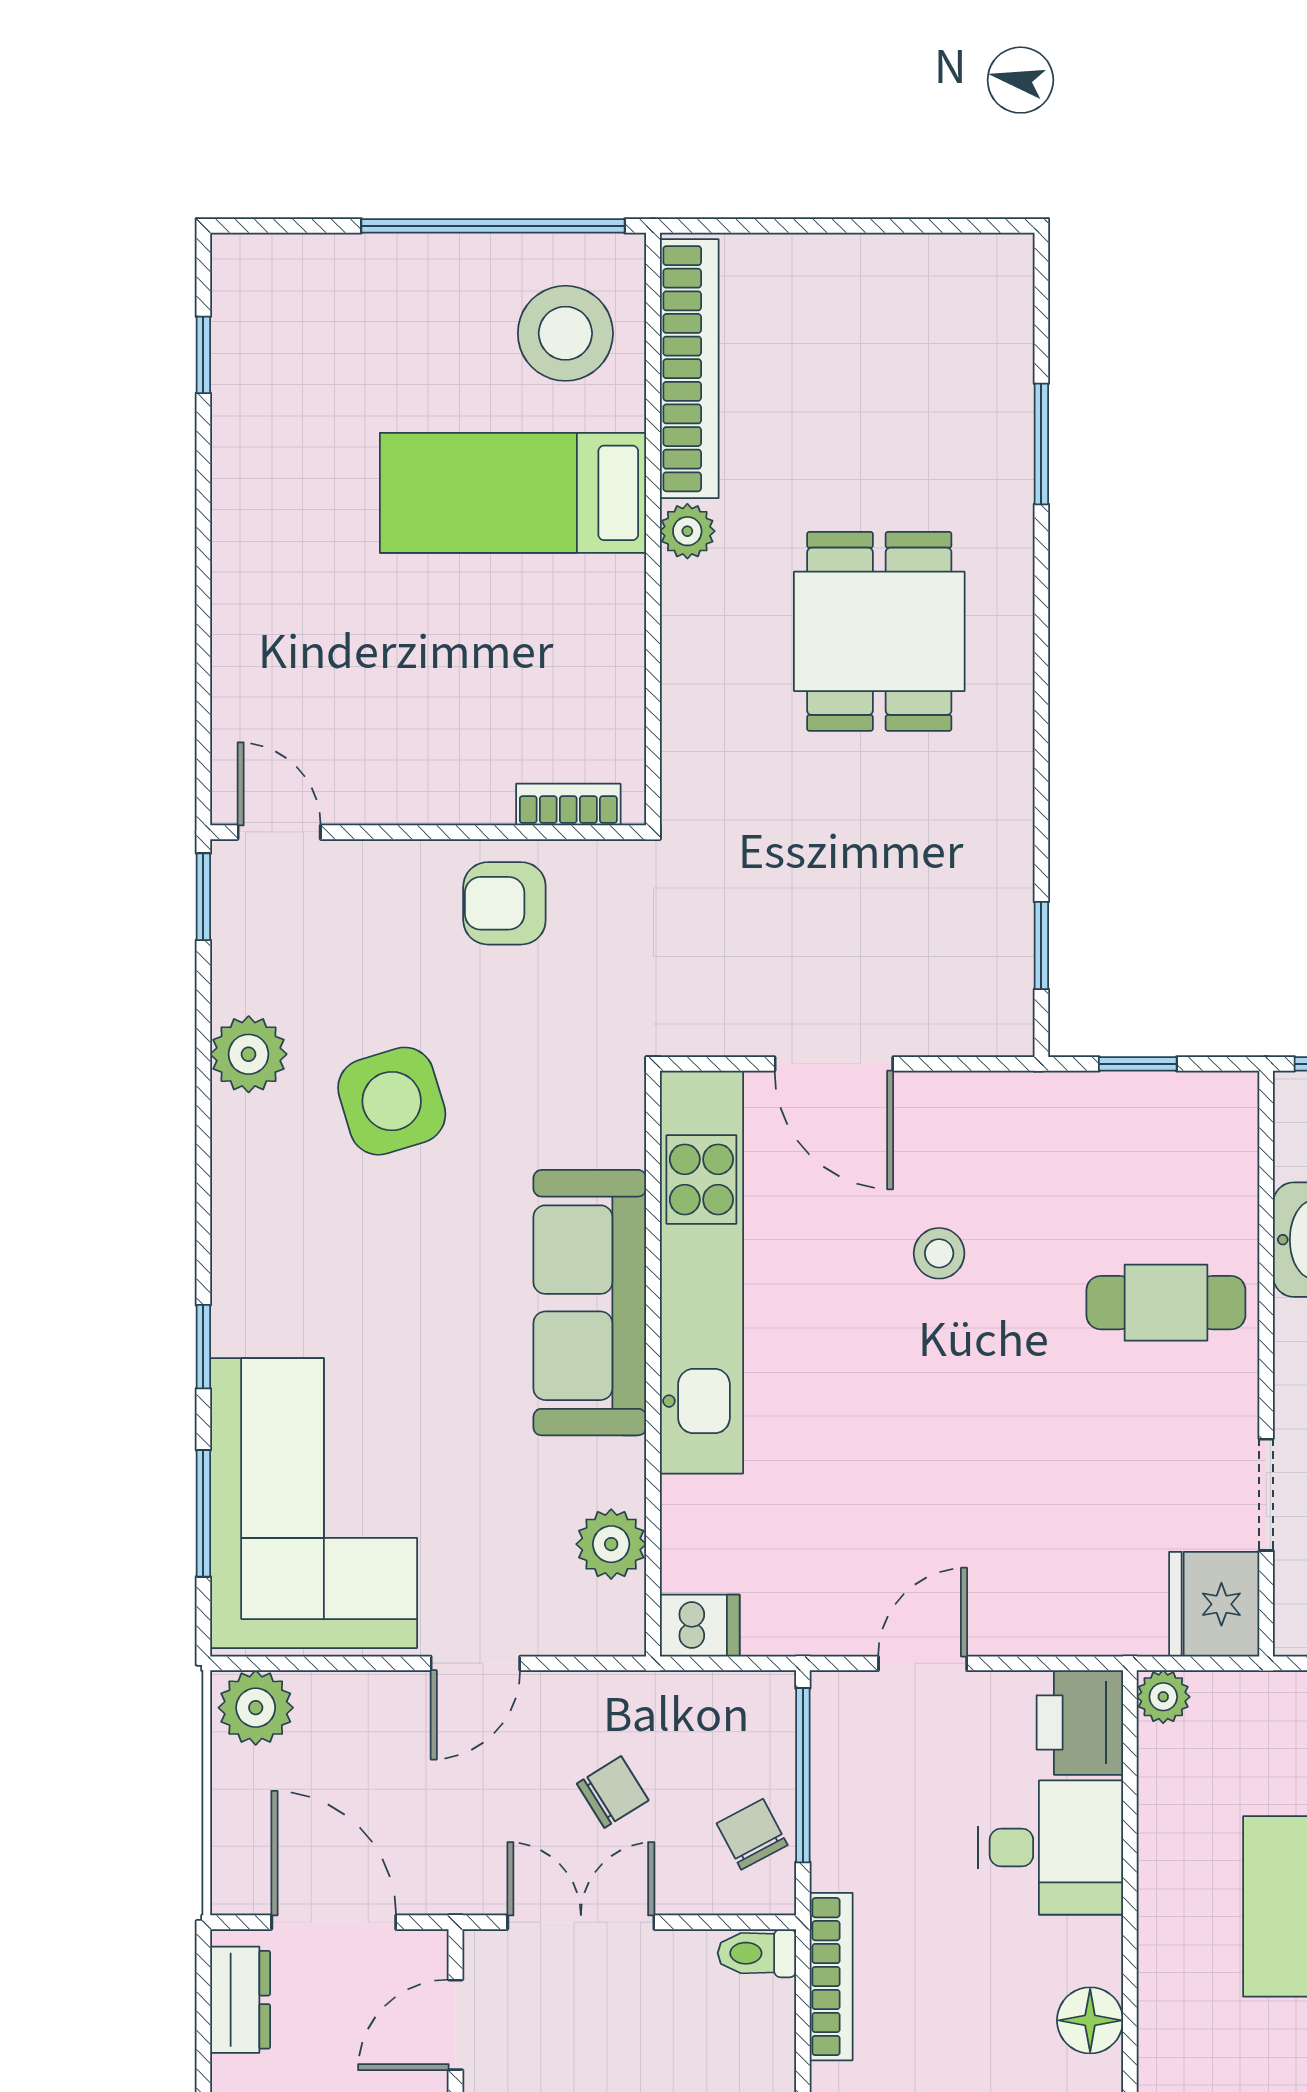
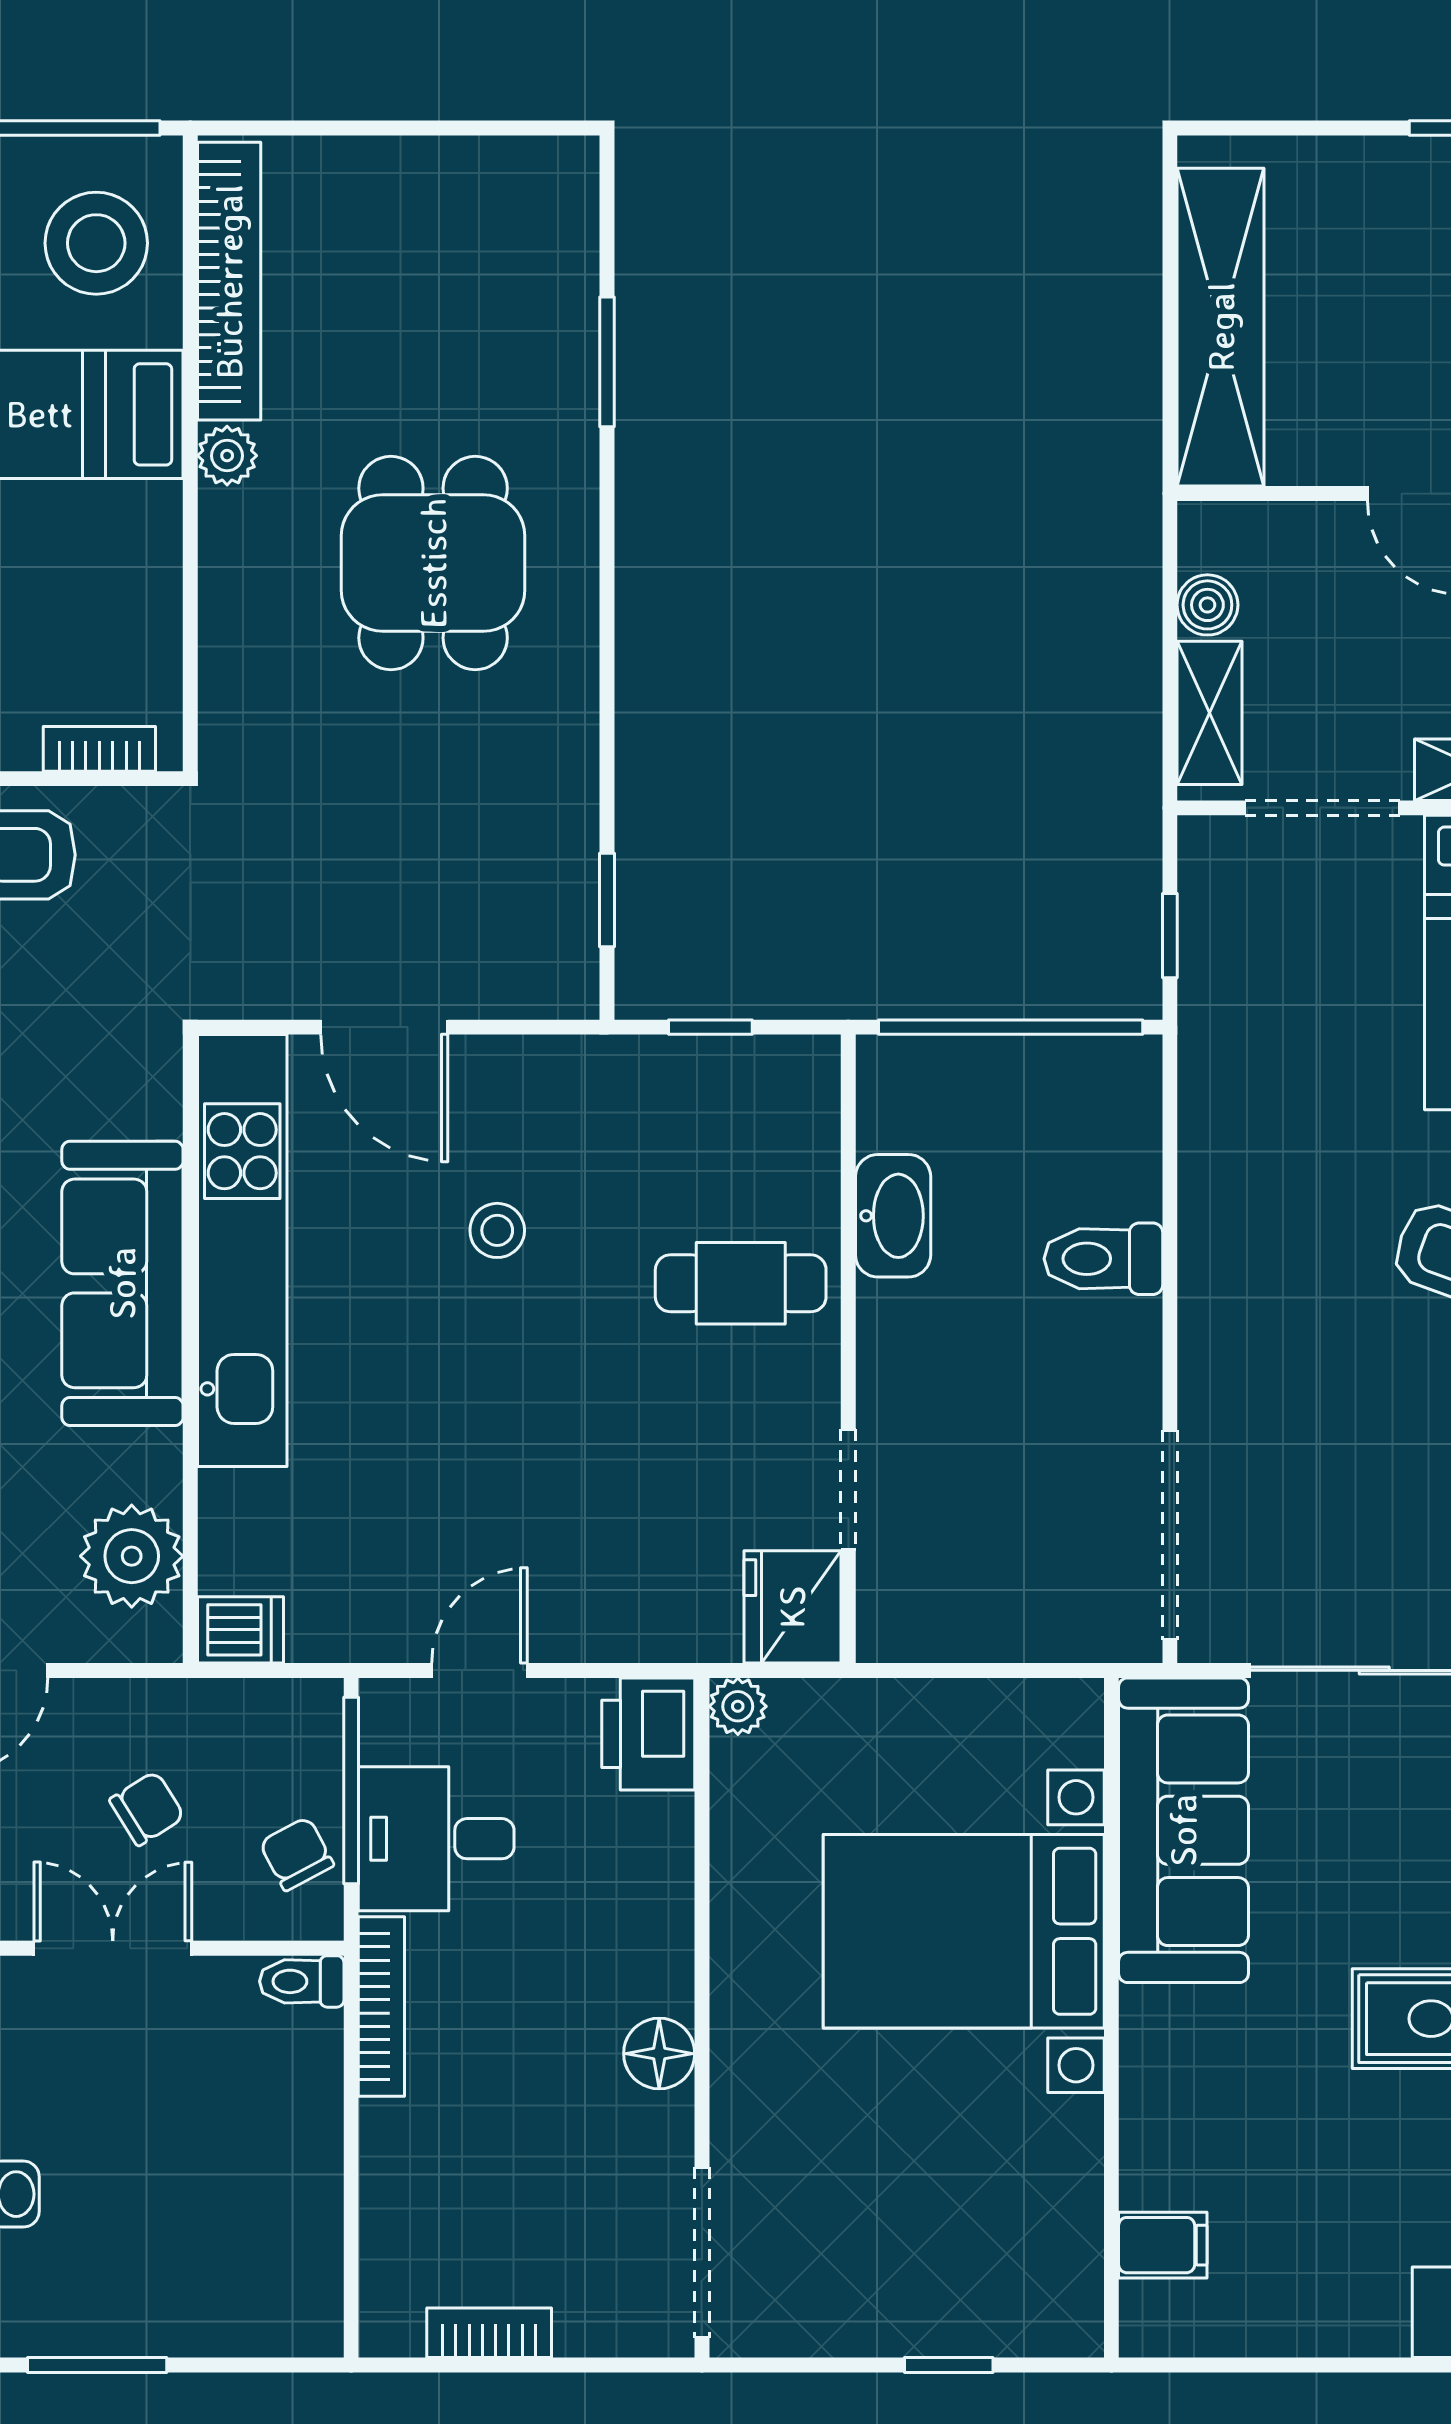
plant: (611, 1544) -> (132, 1556), width x1.36, depth x1.36
desk: (1051, 1848) -> (436, 1839), moved, turned 180

